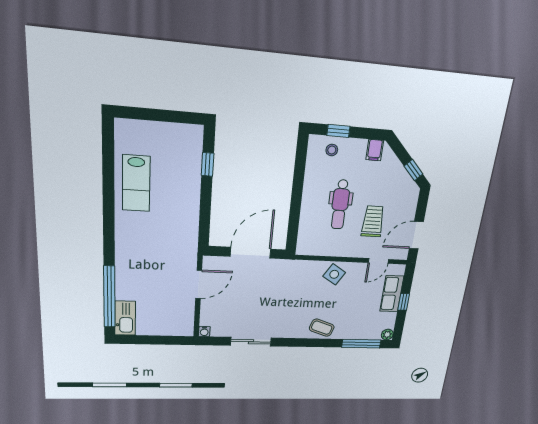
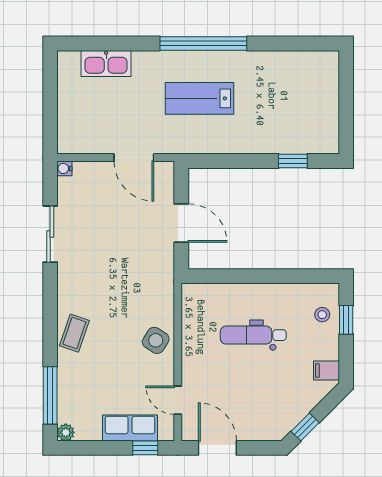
lab bench: (136, 183) -> (200, 98), moved
trolley: (373, 221) -> (233, 383), removed
door: (251, 253) -> (181, 223), width x0.73
window: (109, 297) -> (203, 43), moved
window: (404, 302) -> (145, 448), moved
kitchen sink: (125, 318) -> (106, 63), moved

